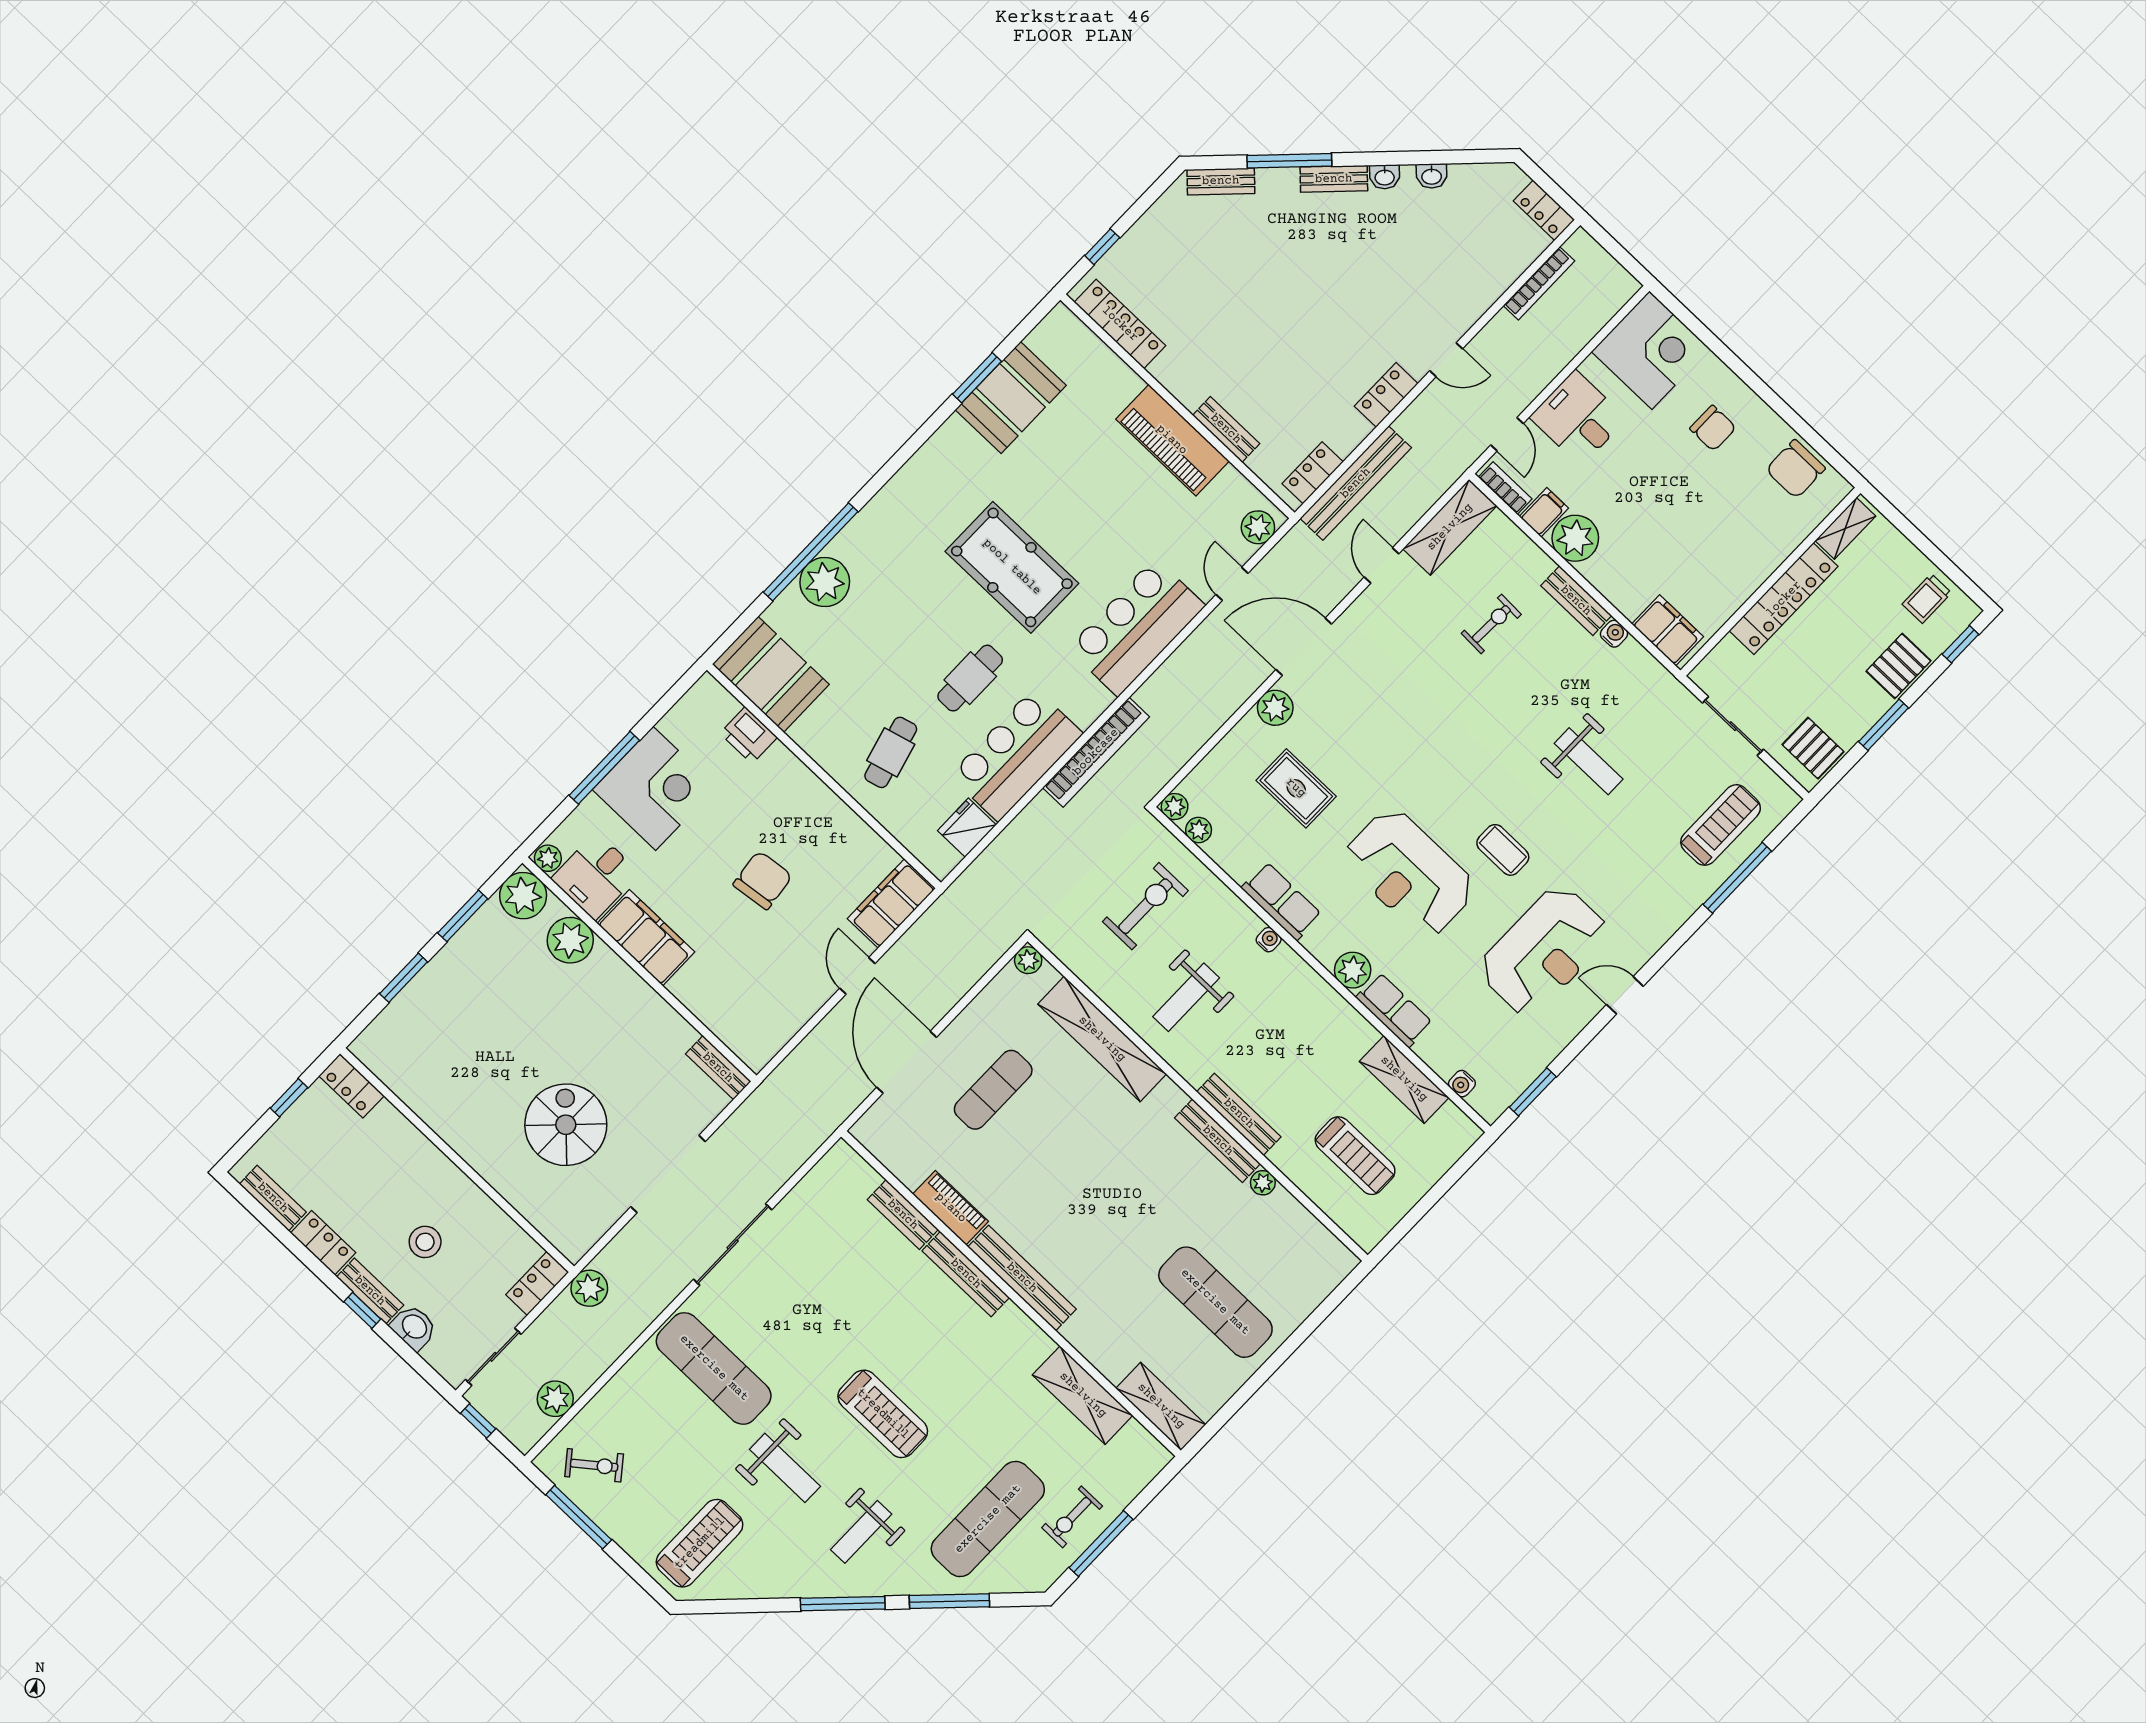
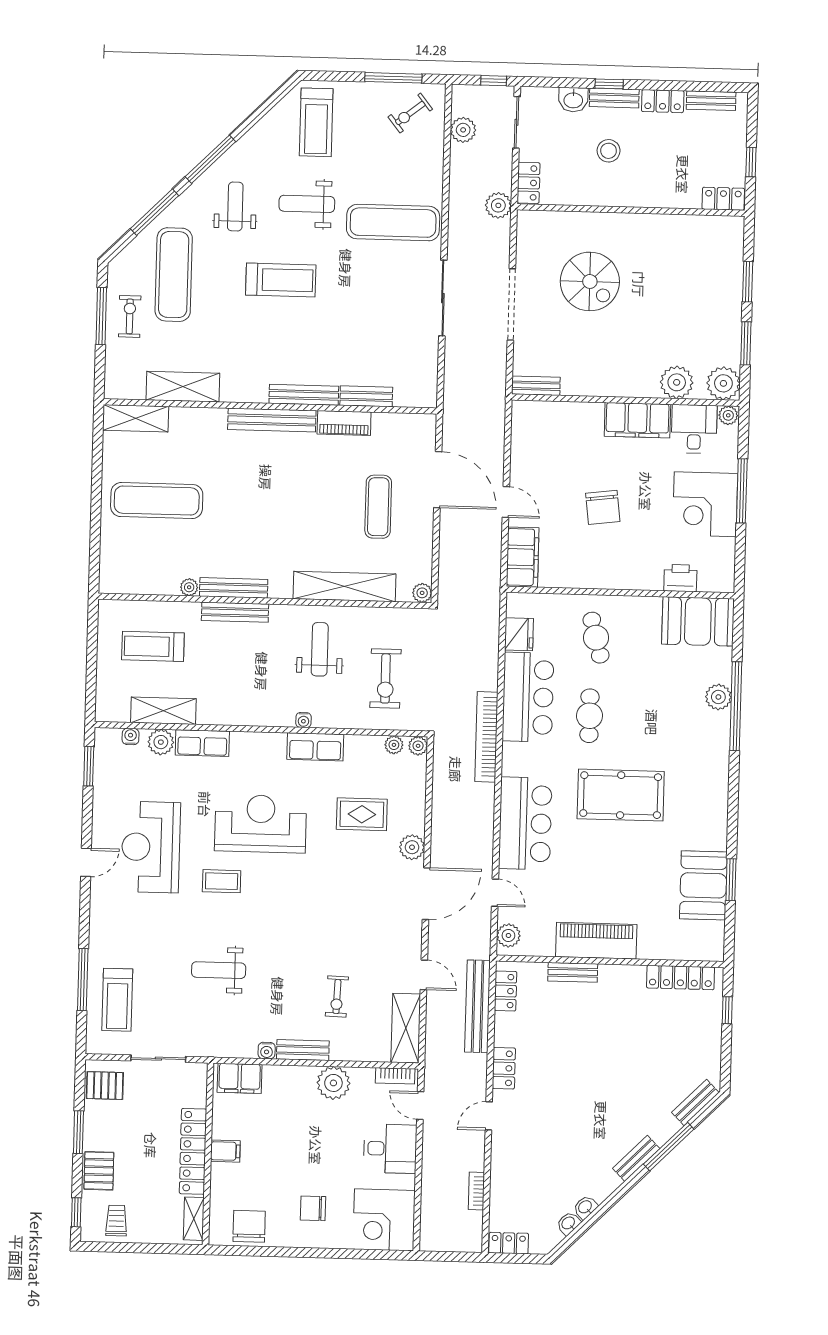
washbasin: (1385, 177) -> (568, 1223), moved
bookcase: (1539, 283) -> (476, 1191), width x0.64
filing cabinet: (1544, 512) -> (225, 1151), moved, turned -90
plant: (825, 582) -> (718, 697), width x0.73, depth x0.73
plant: (1353, 970) -> (161, 742), moved
treadmill: (883, 1414) -> (281, 280), turned 180

